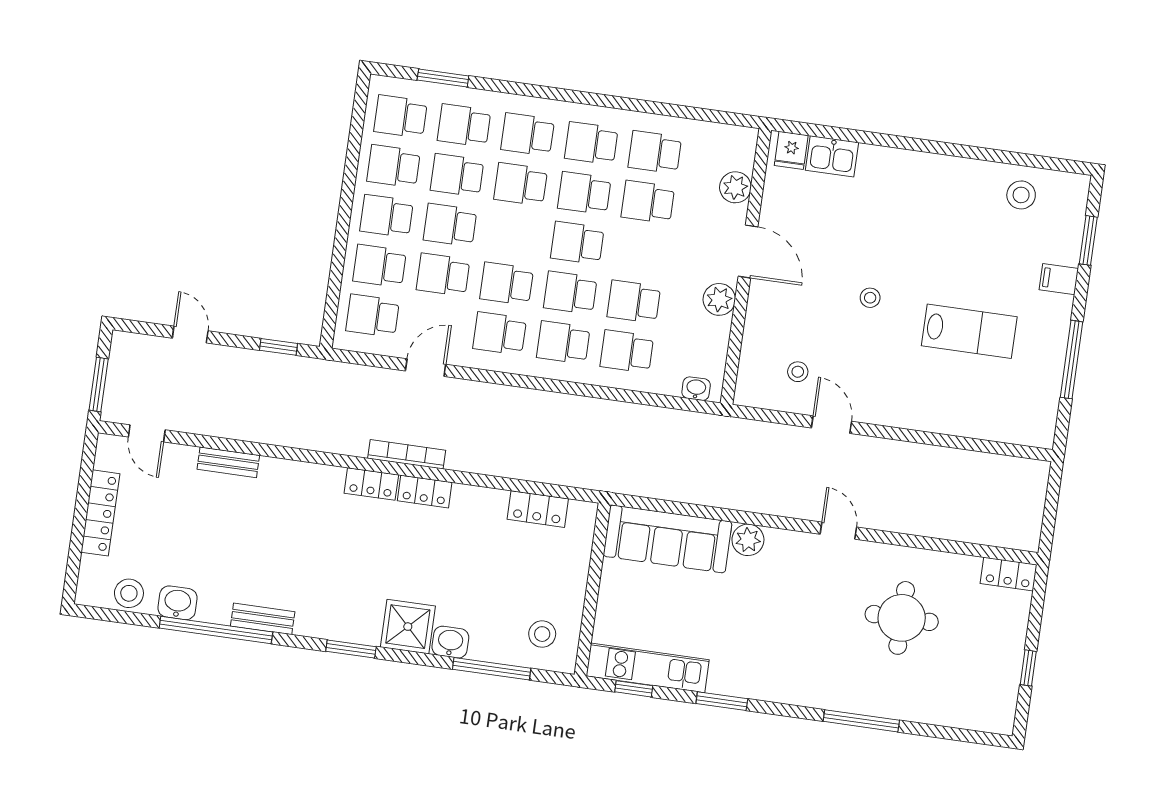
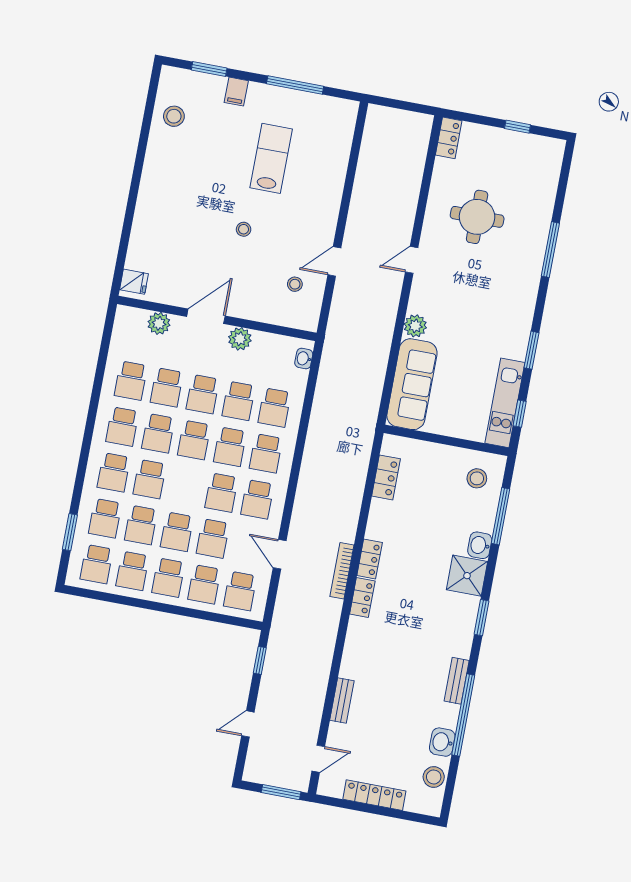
kitchen sink: (832, 156) -> (140, 252), removed
school desk: (641, 252) -> (203, 394), added

